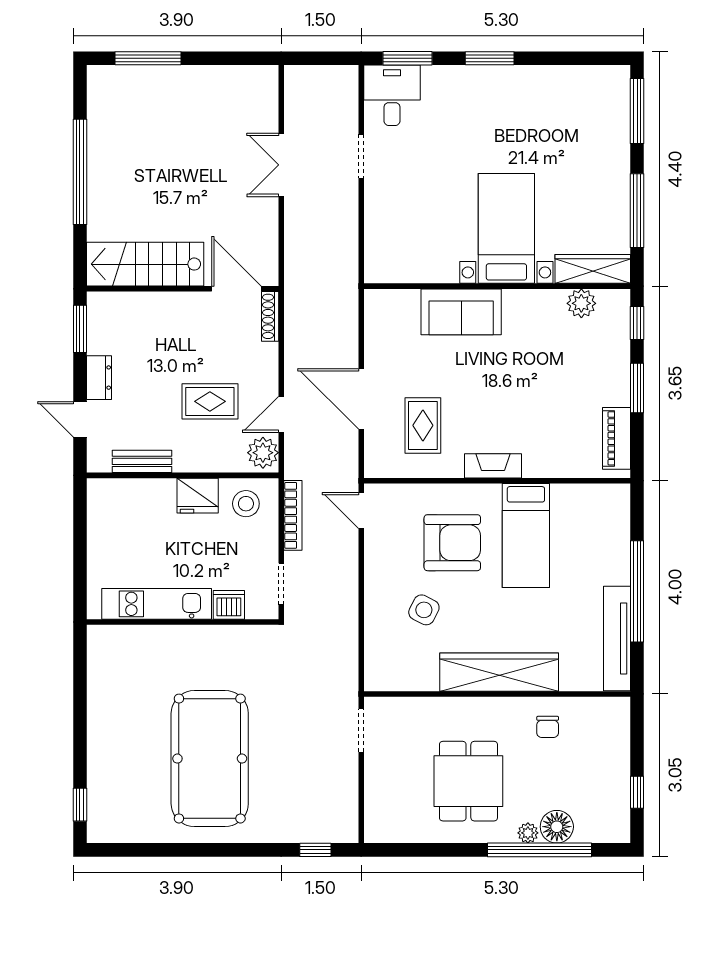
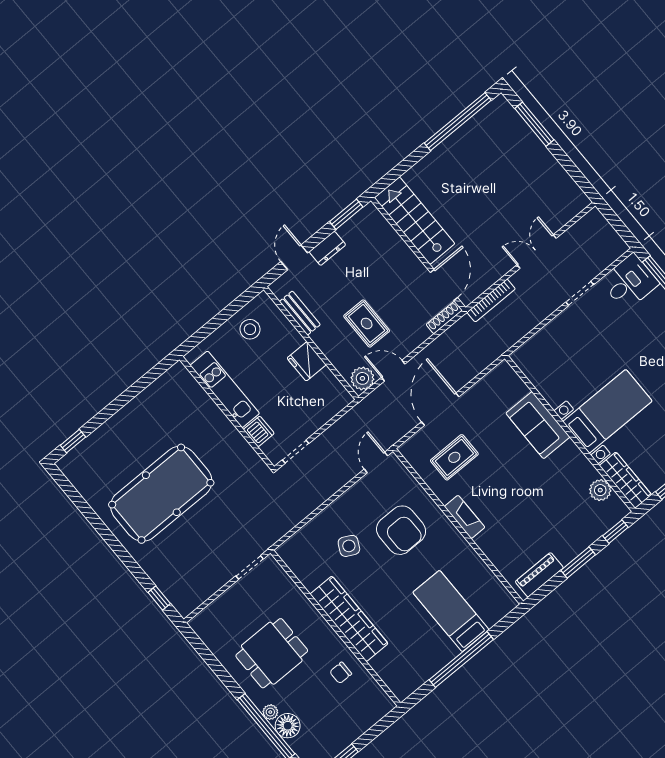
window: (80, 172) -> (458, 122), moved
stool: (246, 504) -> (250, 329), moved
bookcase: (293, 515) -> (491, 301), moved
bed: (526, 536) -> (451, 611), moved, turned 90
tv unit: (617, 639) -> (425, 671), removed

